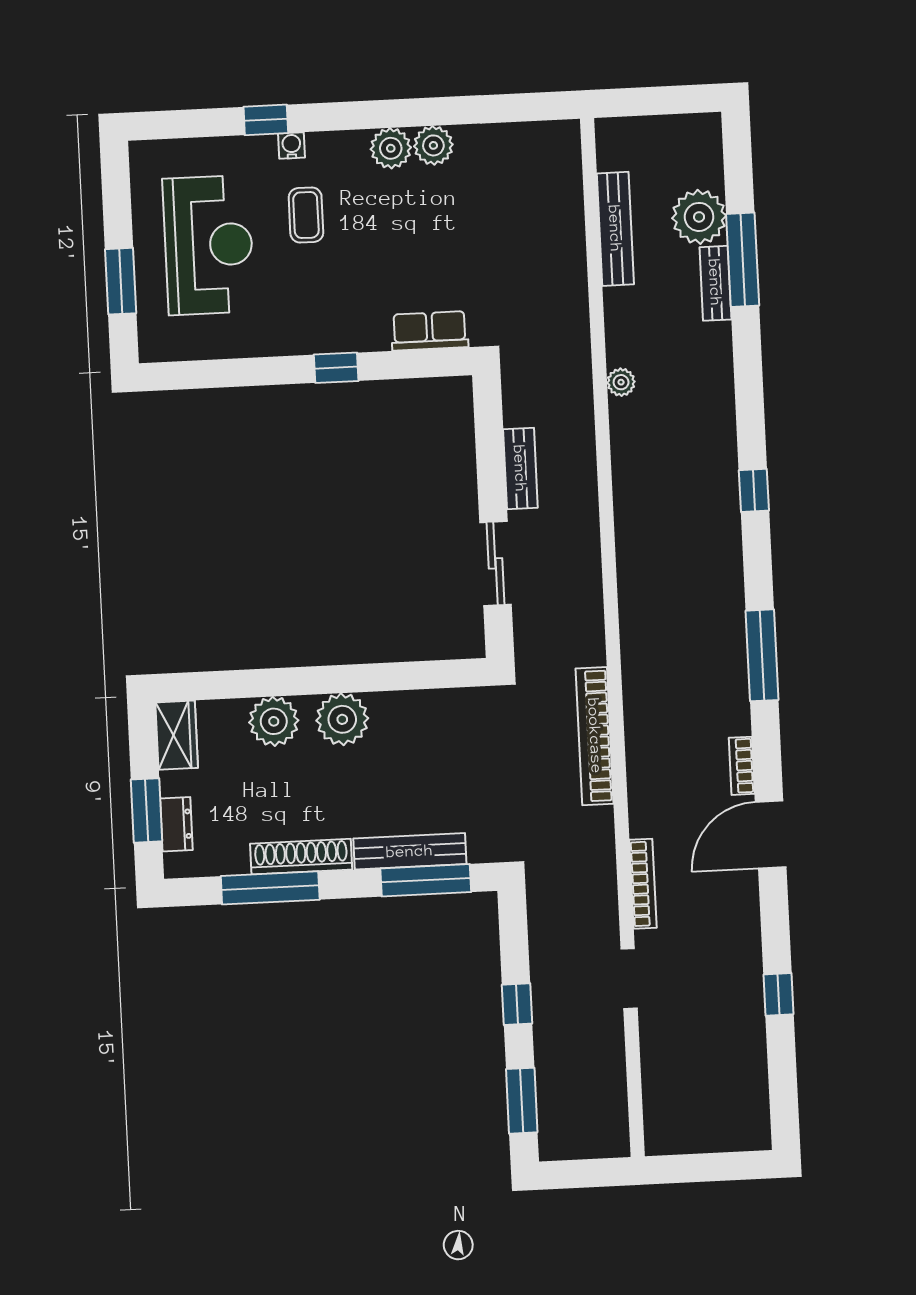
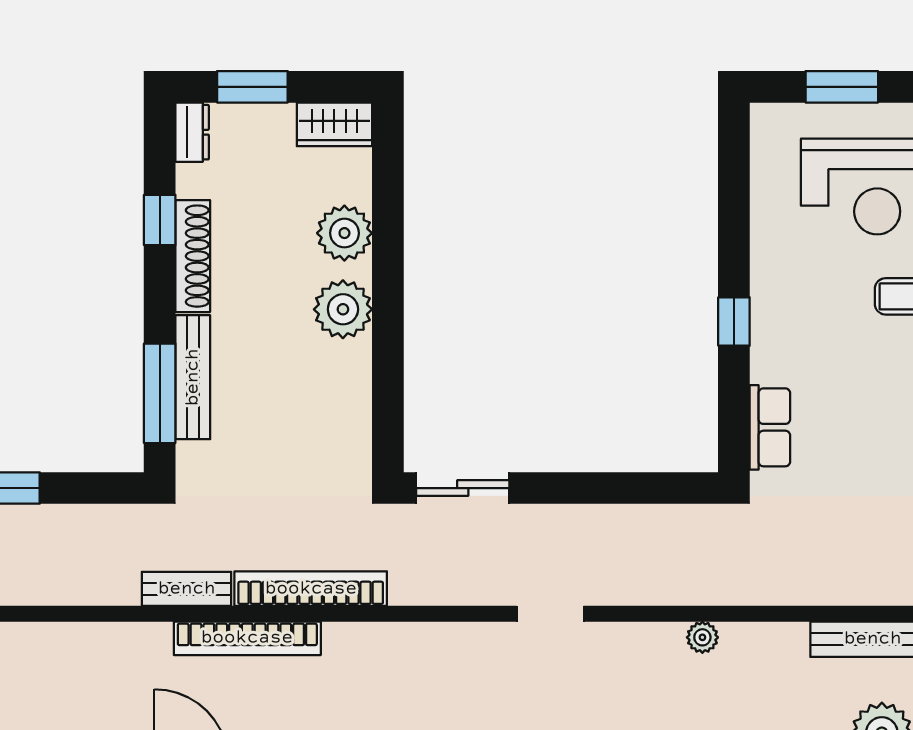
bench: (520, 469) -> (187, 589), moved
sliding door: (495, 563) -> (463, 488), moved
dresser: (176, 824) -> (192, 132), moved, turned -90
bookcase: (643, 884) -> (247, 638), moved, width x1.48, depth x1.31
window: (270, 888) -> (160, 220), width x0.46
doorway: (629, 978) -> (550, 614), moved

